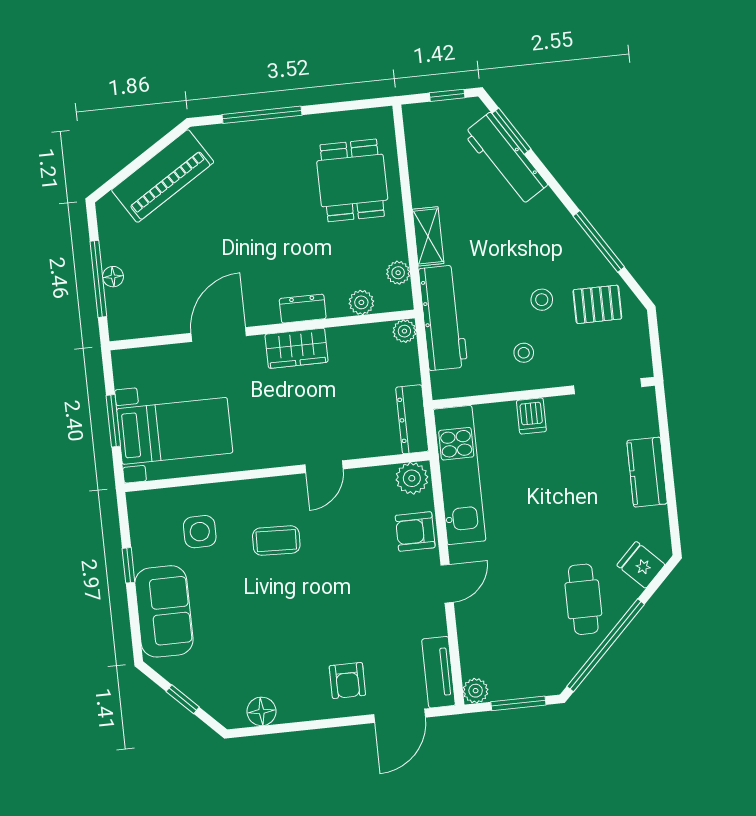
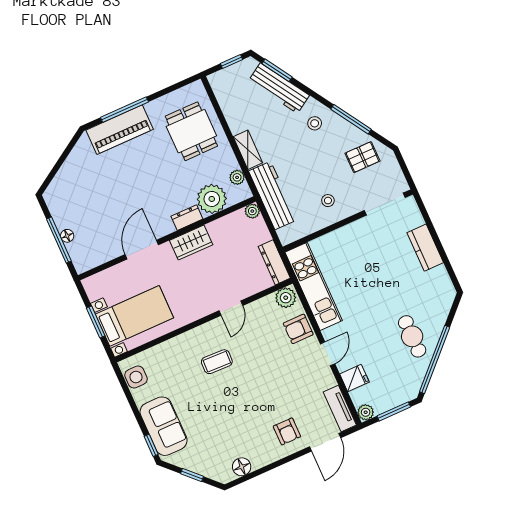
piano: (163, 176) -> (120, 130), moved, turned 32
stool: (542, 300) -> (315, 123), moved
plant: (361, 302) -> (212, 199), width x1.87, depth x1.87
dishwasher: (531, 416) -> (345, 237), removed
side table: (200, 532) -> (136, 377), moved
window: (128, 565) -> (151, 445), moved
fridge: (641, 565) -> (354, 378), moved, turned 135

